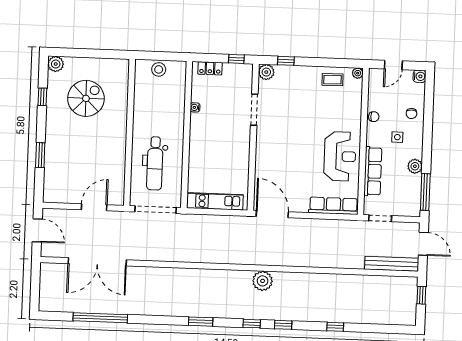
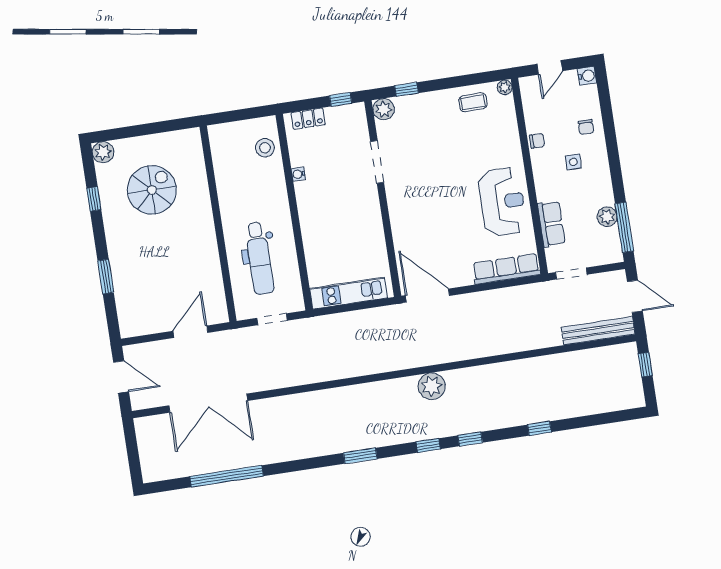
stool: (159, 69) -> (265, 148), moved
plant: (415, 166) -> (607, 217), moved
row of seats: (373, 171) -> (551, 224), width x0.68
doorway: (156, 210) -> (272, 319), width x0.53

